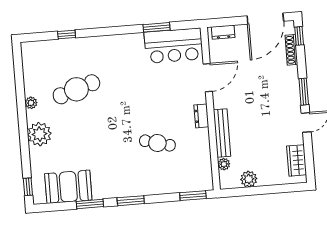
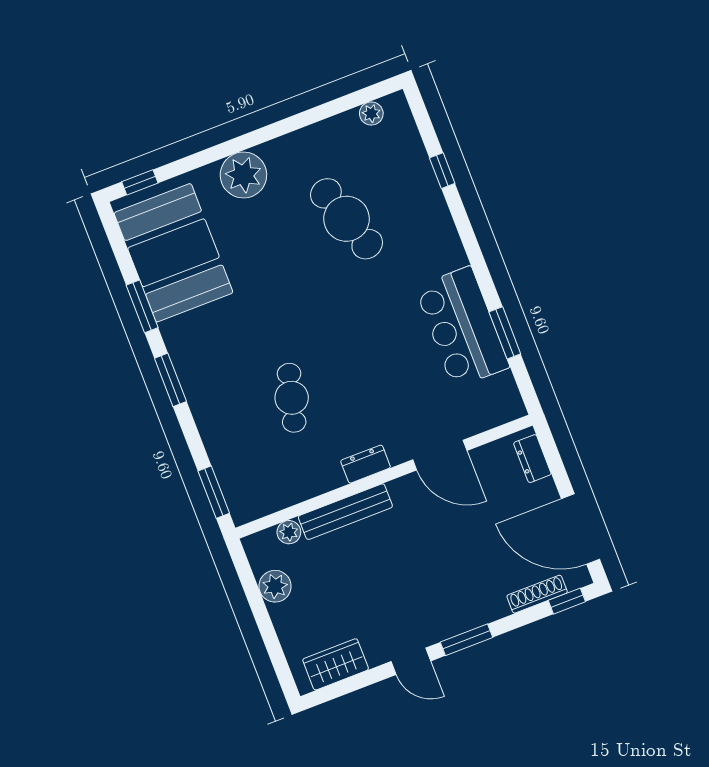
bar counter: (174, 46) -> (462, 327), moved
plant: (31, 103) -> (371, 113), moved
booth: (68, 187) -> (173, 253), width x1.36, depth x1.42

